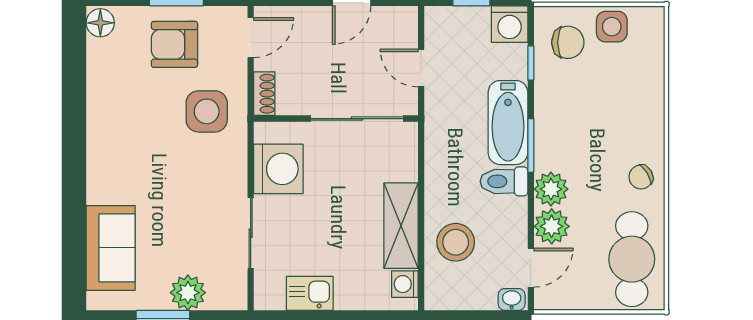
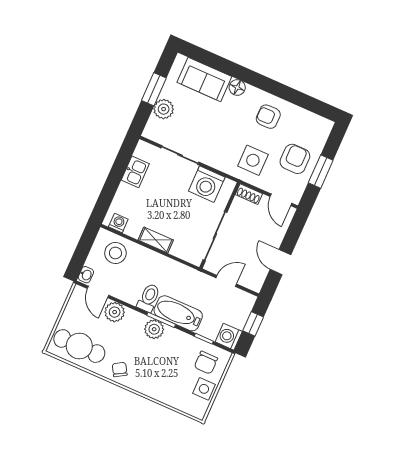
floor lamp: (100, 23) -> (237, 88), moved
armchair: (125, 118) -> (268, 117), added
plant: (551, 189) -> (154, 329), moved
shelving: (401, 226) -> (156, 240), width x0.67, depth x0.75
stool: (456, 242) -> (115, 253), moved

